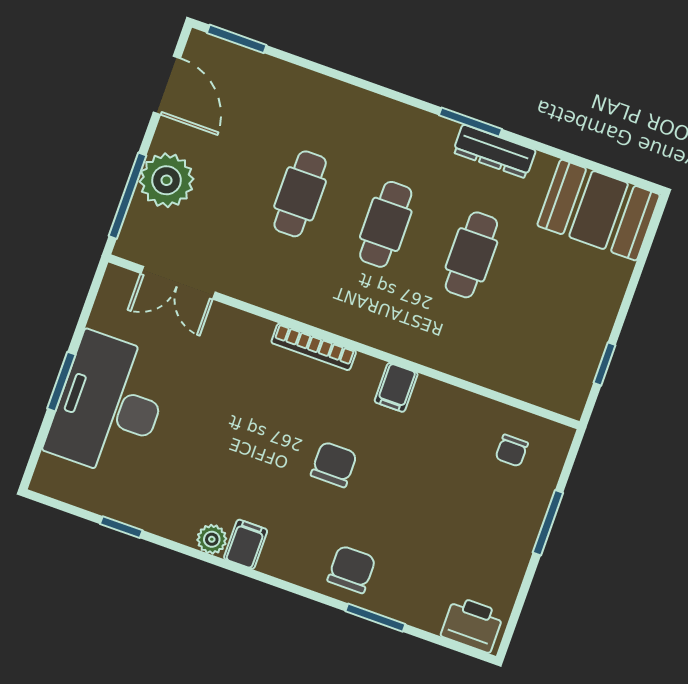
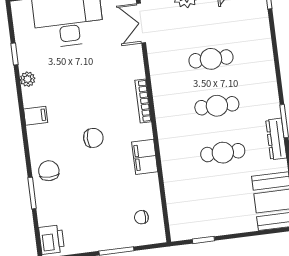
filing cabinet: (396, 387) -> (145, 157), width x2.00
plant: (212, 539) -> (28, 79), moved
chair: (351, 569) -> (49, 171), turned -90

